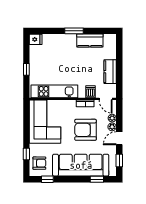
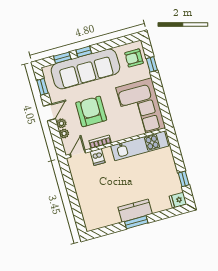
kitchen counter: (90, 40) -> (135, 211), moved
window: (26, 69) -> (184, 179), moved
kitchen counter: (110, 72) -> (81, 187), removed
door: (106, 99) -> (78, 154), hinge flipped
armchair: (86, 130) -> (91, 111), turned -90
window: (47, 179) -> (84, 52), moved

